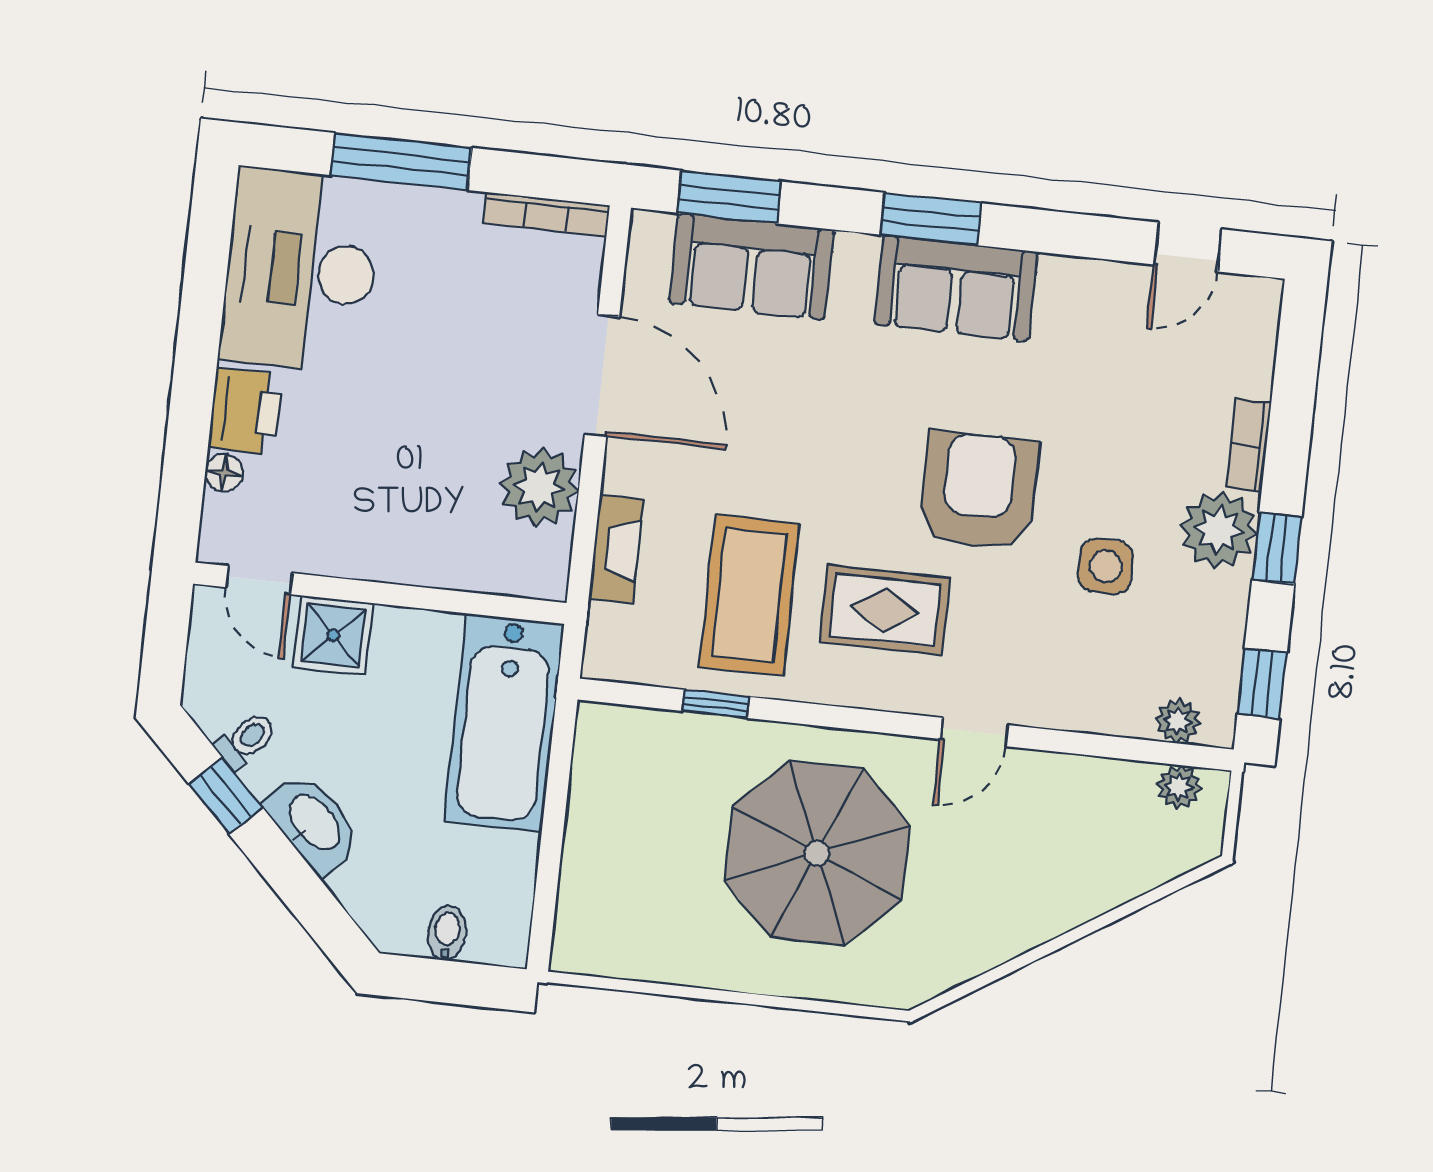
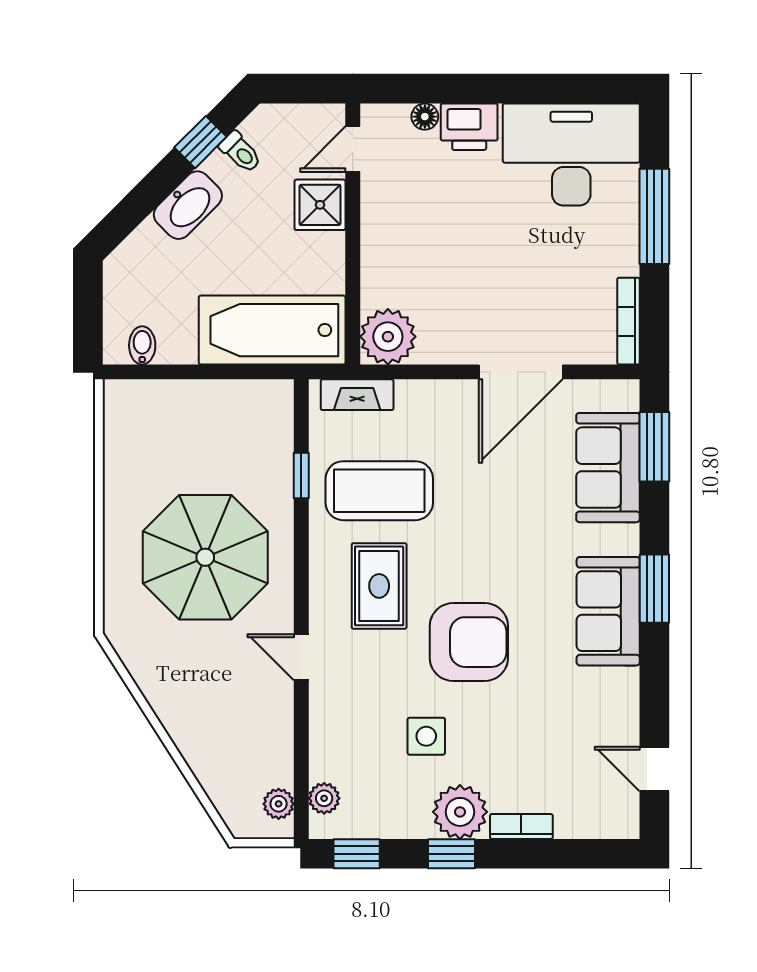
plant: (539, 487) -> (388, 337), moved
fireplace: (616, 549) -> (357, 395), moved
bidet: (447, 933) -> (142, 345), moved, turned -90

